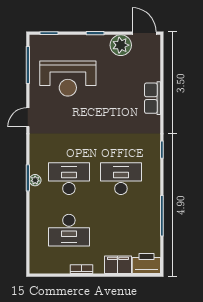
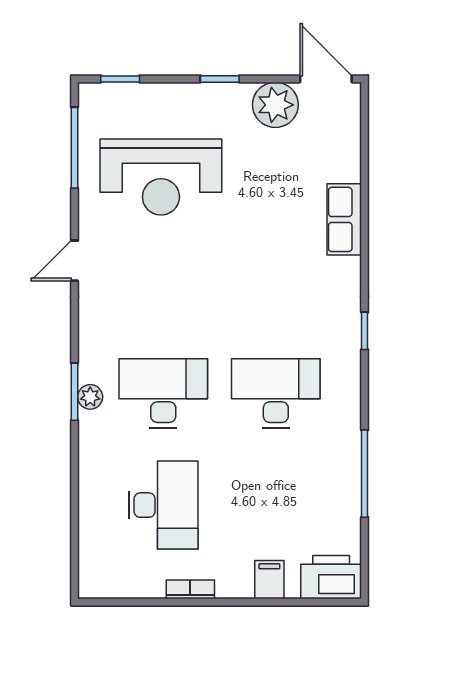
desk: (69, 230) -> (163, 505), turned -90
filing cabinet: (118, 265) -> (269, 580), width x0.50

